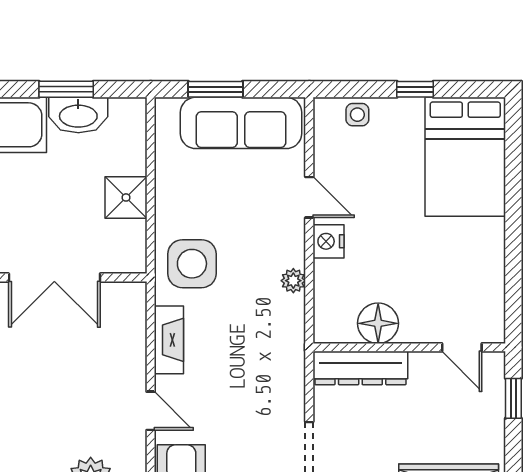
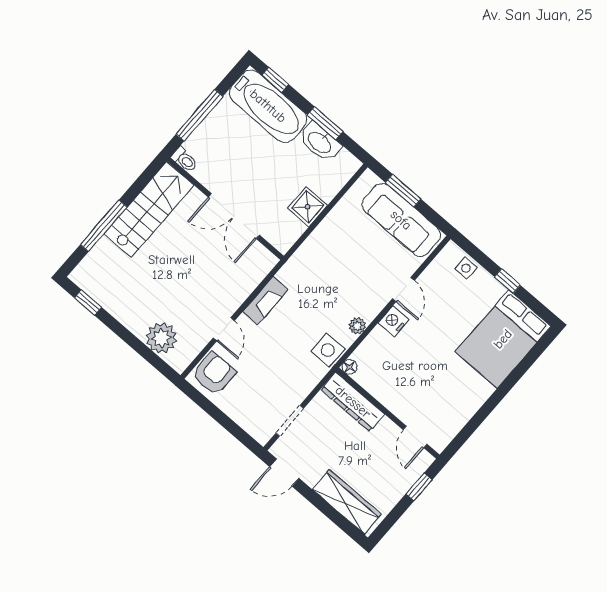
side table: (192, 264) -> (328, 350), moved, width x0.73, depth x0.73
floor lamp: (378, 323) -> (350, 367), moved, width x0.53, depth x0.53

